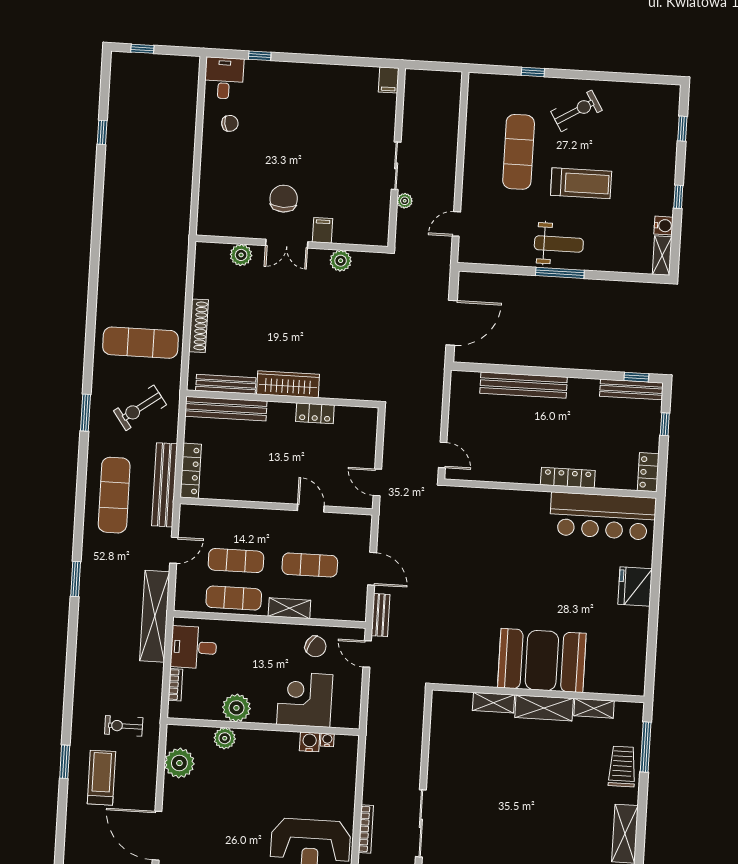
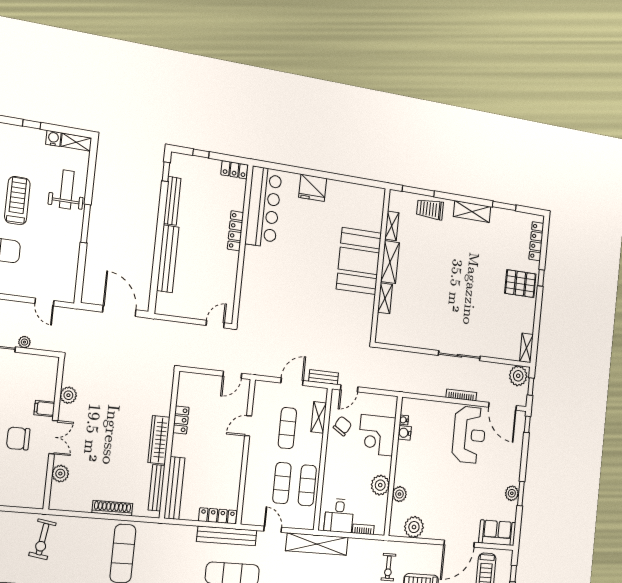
weight bench: (559, 244) -> (67, 189), moved
bench: (631, 389) -> (172, 201), moved
exercise bike: (140, 408) -> (42, 539), moved, turned 45
shelving: (289, 608) -> (319, 417), moved

